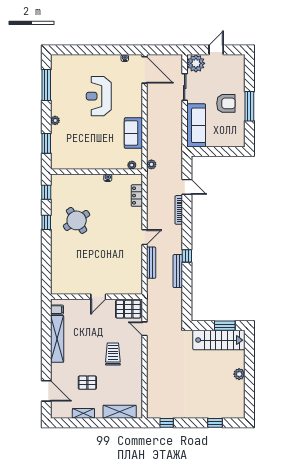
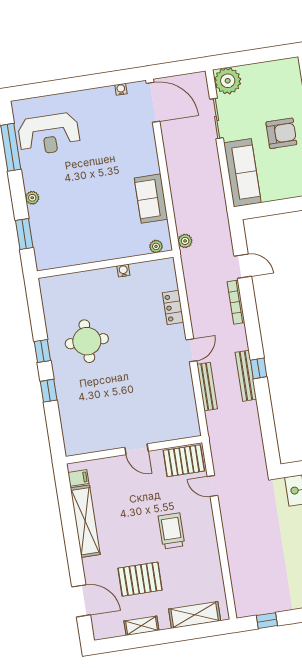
door: (216, 50) -> (255, 56), removed
reception desk: (99, 96) -> (49, 134), moved, turned -90
window: (46, 192) -> (49, 391), moved
locker: (137, 196) -> (173, 308), moved
round table: (77, 220) -> (87, 341), turned 34
bench: (178, 271) -> (246, 376), moved
door: (98, 297) -> (137, 449), hinge flipped
pallet: (87, 383) -> (140, 579), width x1.50, depth x1.42

